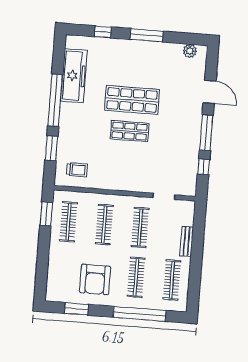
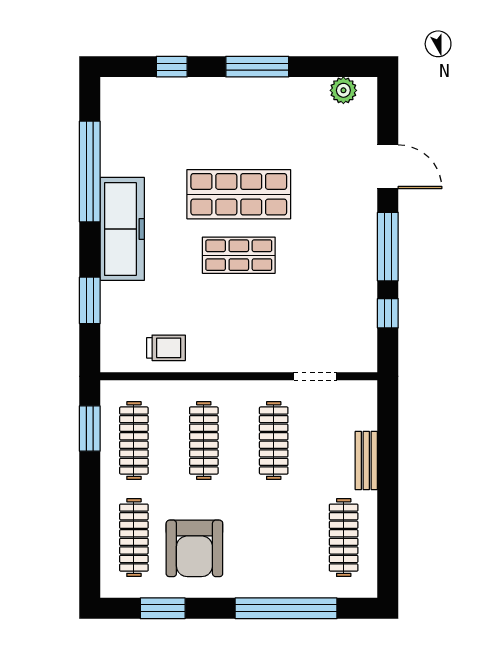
freezer: (74, 76) -> (122, 229), moved
window: (55, 100) -> (90, 172), moved
trolley: (77, 170) -> (166, 348), moved
clothes rail: (136, 277) -> (134, 538), moved

